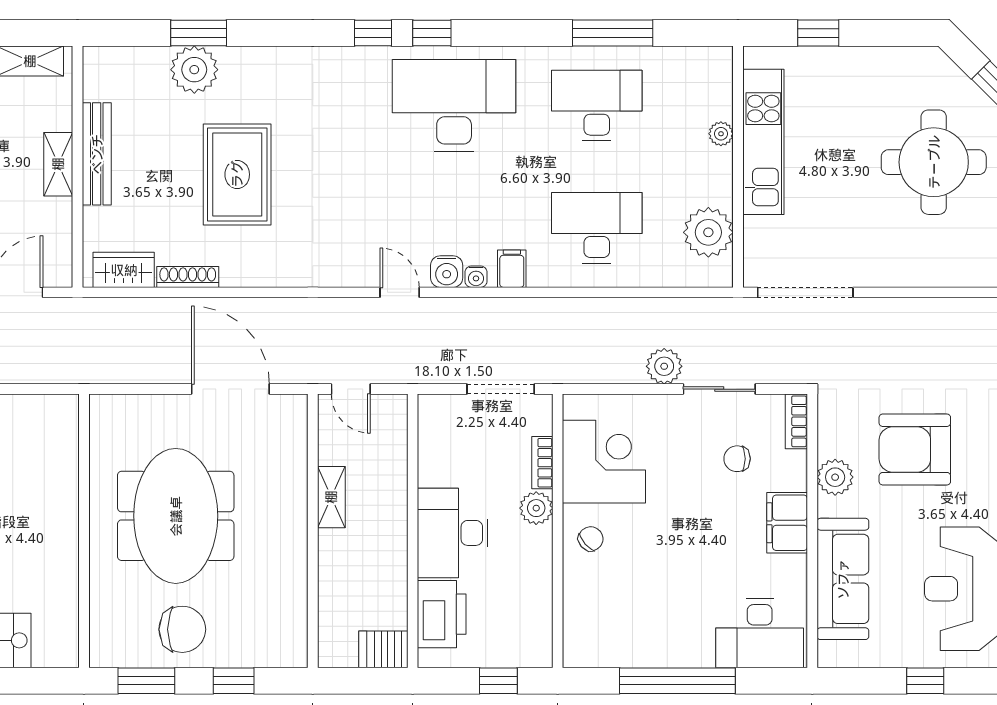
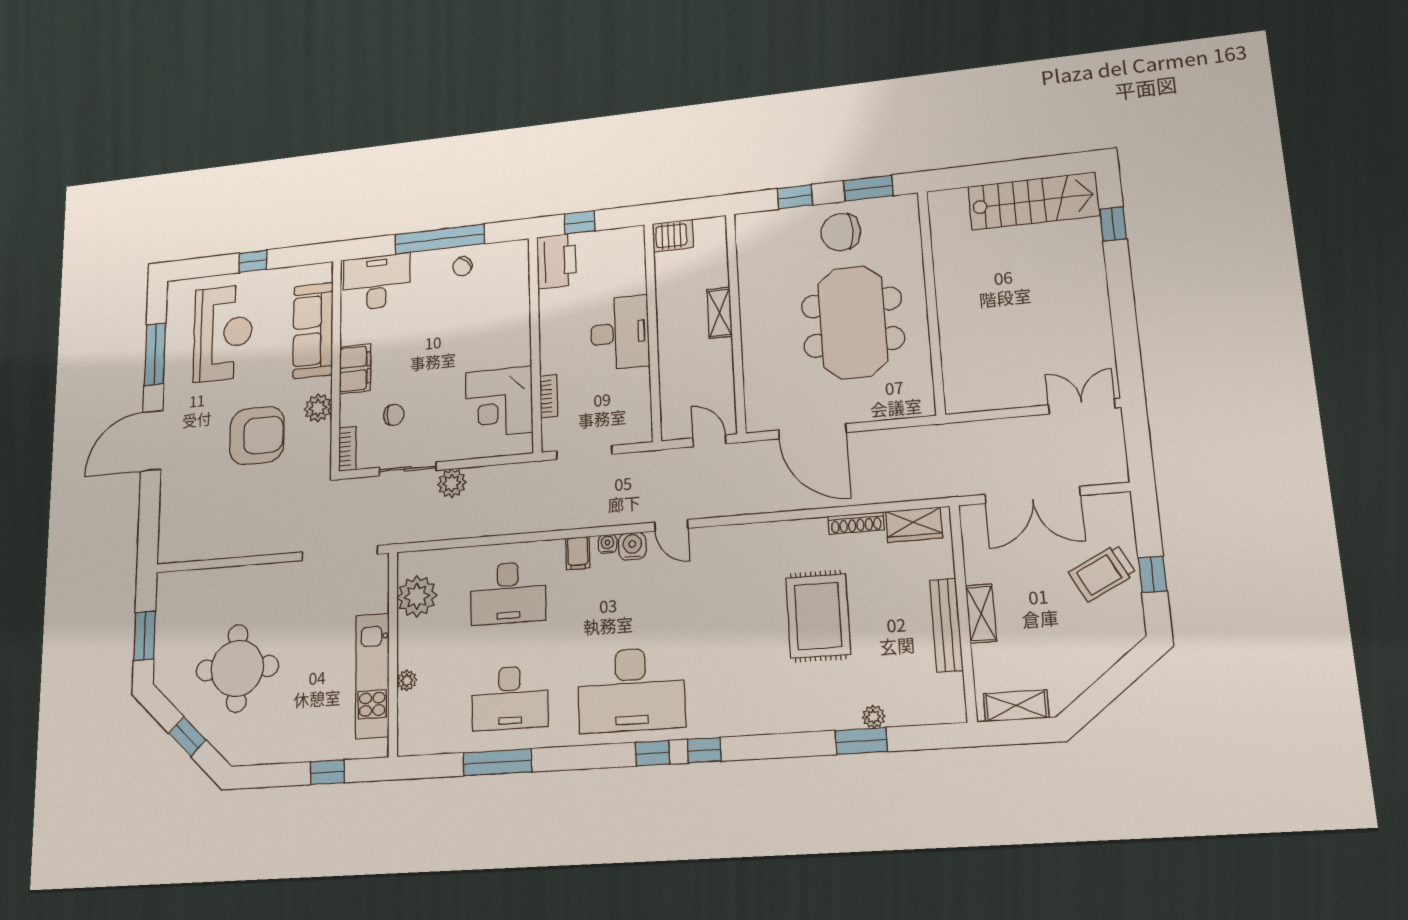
plant: (194, 70) -> (874, 717), width x0.53, depth x0.53
shelving: (331, 497) -> (719, 313), moved
plant: (536, 508) -> (553, 360), removed
chair: (591, 539) -> (462, 266), moved
printer: (442, 614) -> (556, 261), moved, turned 180

